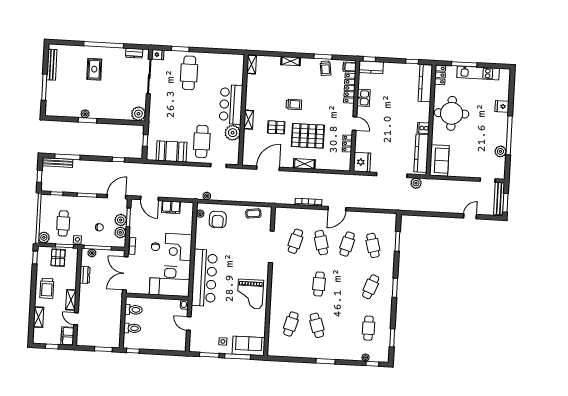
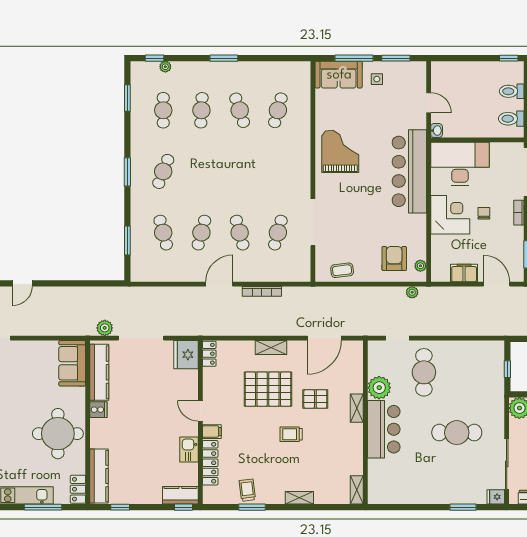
filing cabinet: (350, 67) -> (212, 432), moved
cafe table: (189, 73) -> (457, 433), moved, turned 90
locker: (347, 144) -> (209, 354), moved
booth: (171, 151) -> (468, 355), removed
cafe table: (319, 284) -> (201, 110), moved

